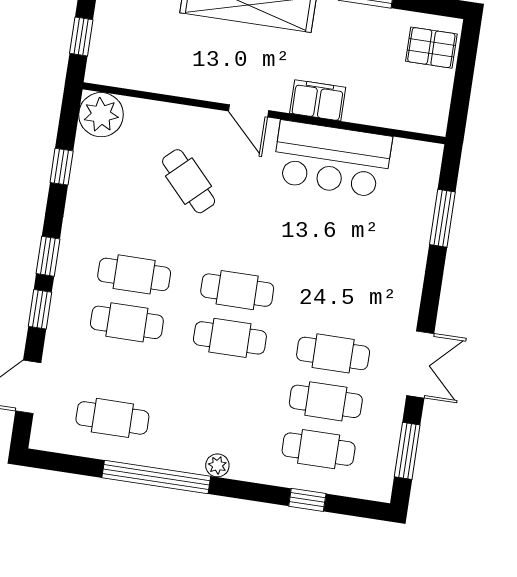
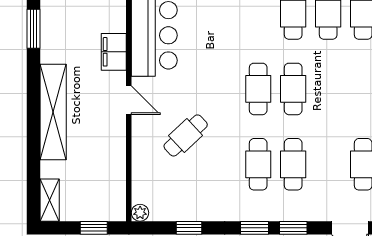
door: (248, 111) -> (129, 100), hinge flipped
plant: (101, 115) -> (140, 213), width x0.53, depth x0.53

